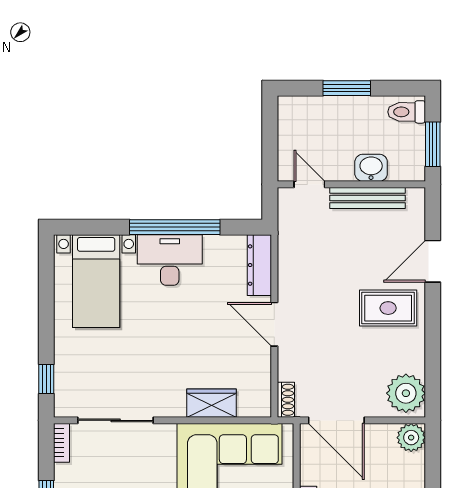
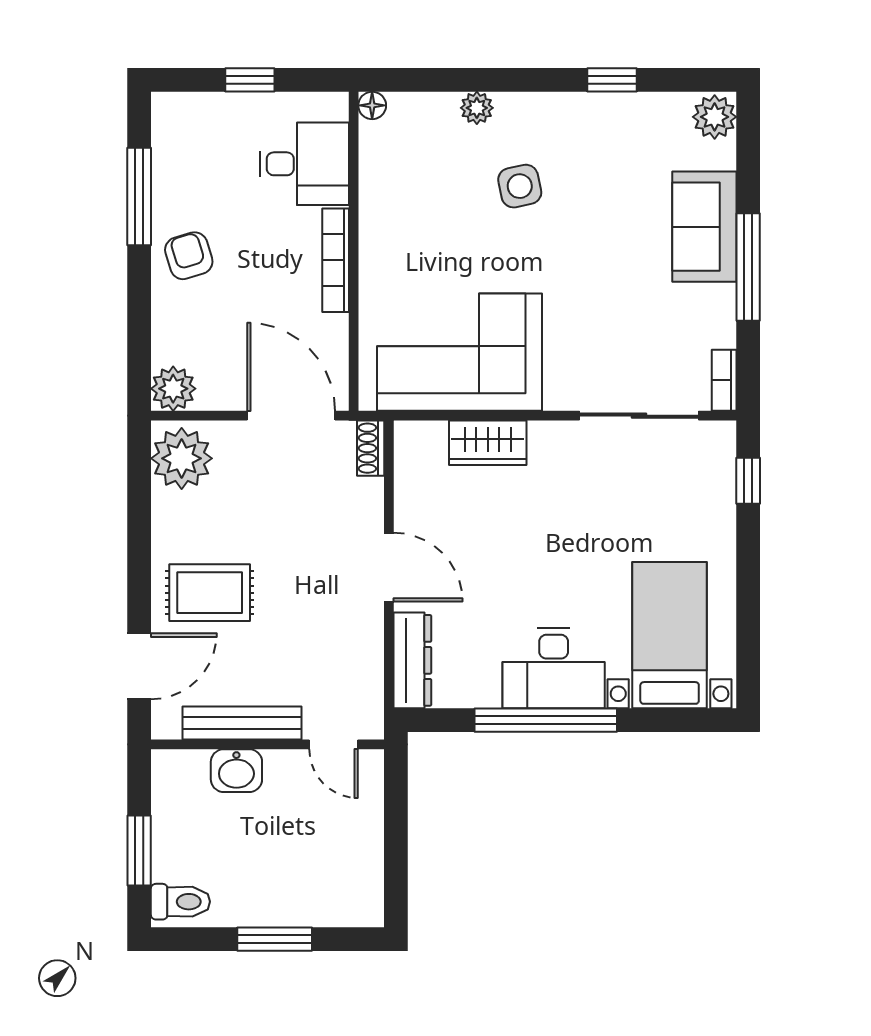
washbasin: (371, 168) -> (236, 771), moved
door: (309, 184) -> (334, 744), moved
wall: (351, 184) -> (268, 744), moved
bench: (368, 198) -> (242, 723), moved

